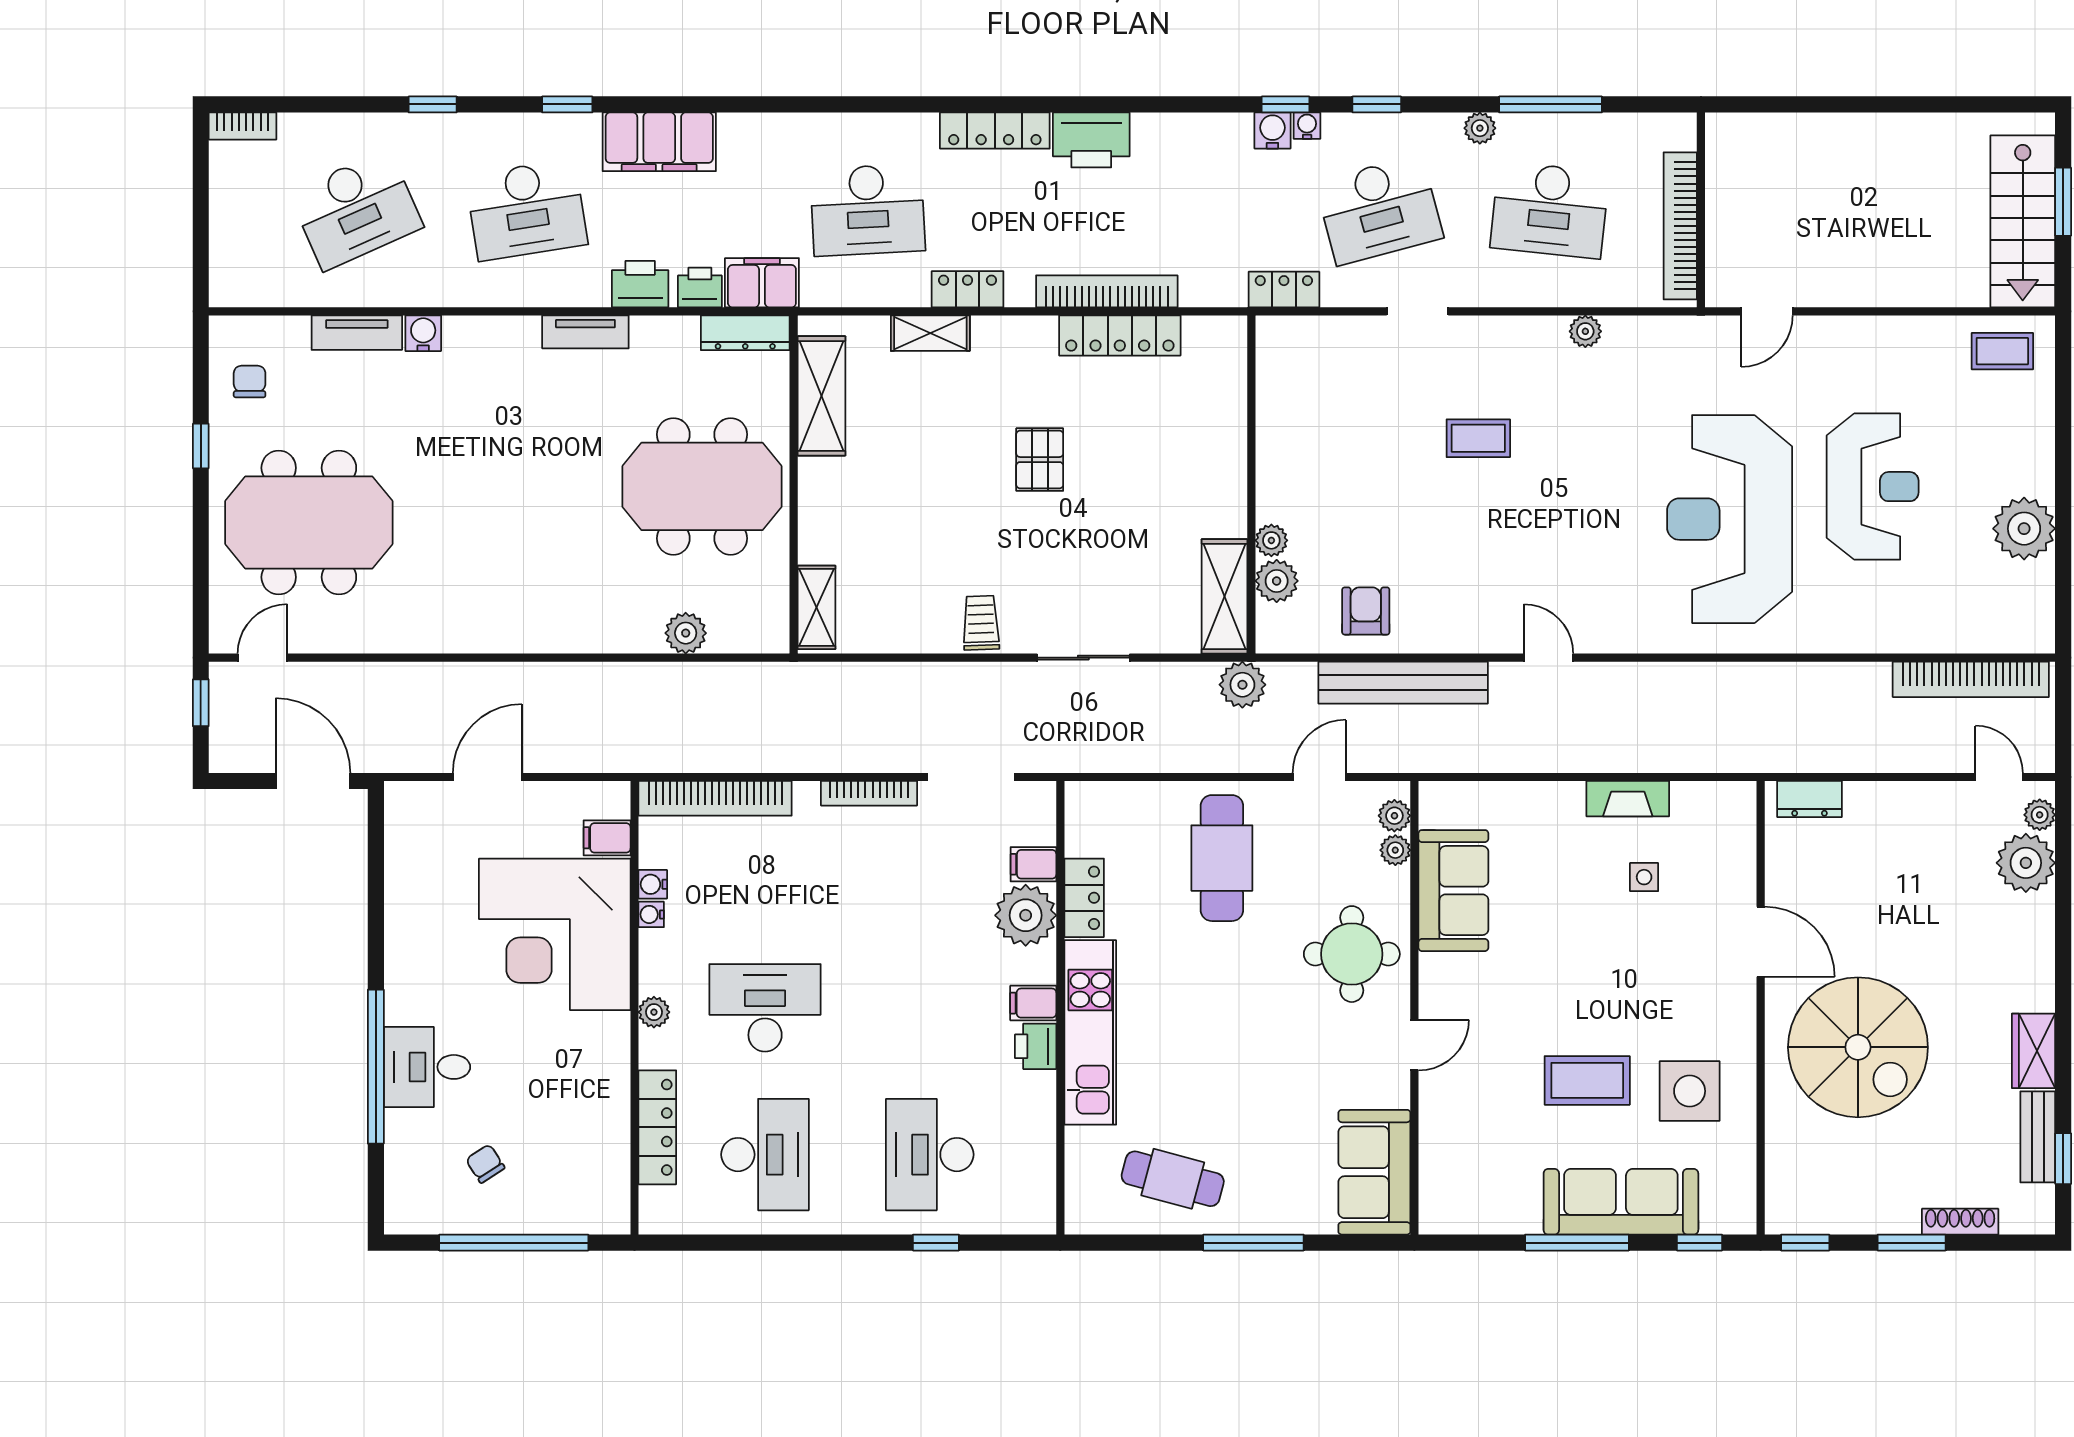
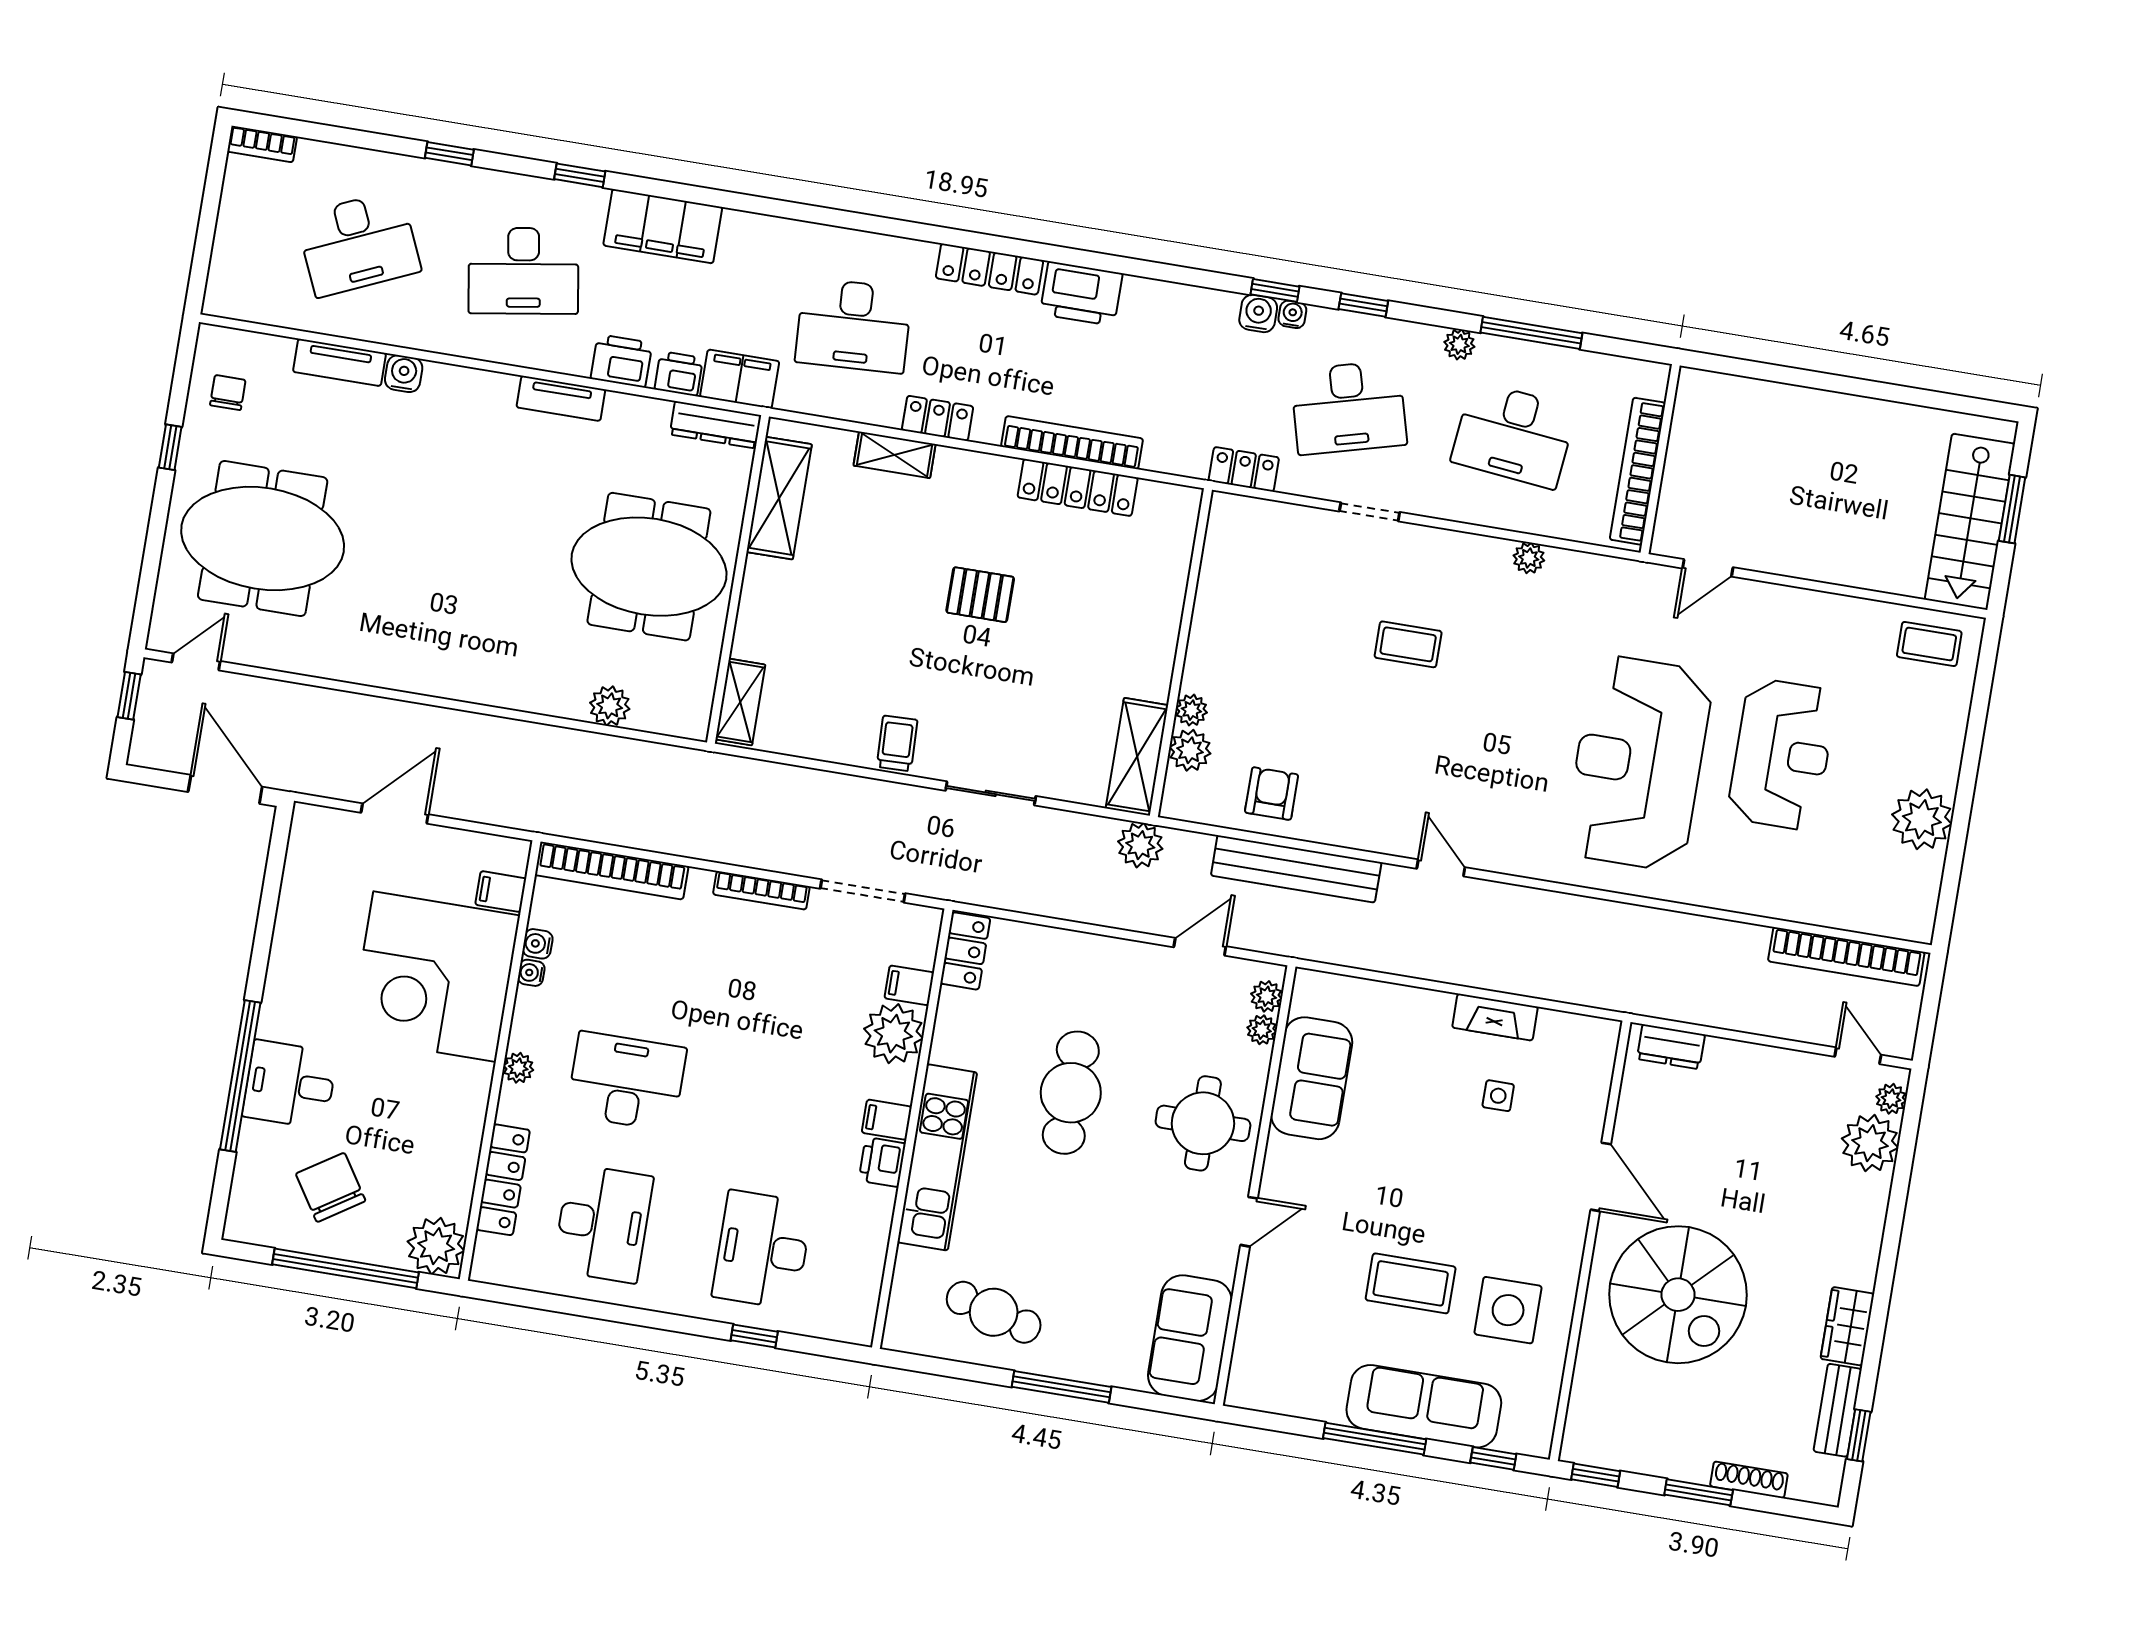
pallet: (1040, 460) -> (980, 595), turned 90
cafe table: (1222, 858) -> (1071, 1093), moved
locker: (1084, 898) -> (965, 951), moved
chair: (485, 1164) -> (331, 1187), width x1.87, depth x1.87
plant: (601, 1205) -> (436, 1246), added

